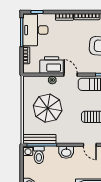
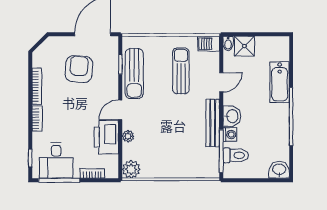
desk: (35, 30) -> (56, 160), width x0.73
plant: (29, 82) -> (131, 169), added
parasol: (48, 108) -> (168, 143), removed
bench: (39, 139) -> (213, 123), moved
washing machine: (28, 151) -> (230, 135), moved

